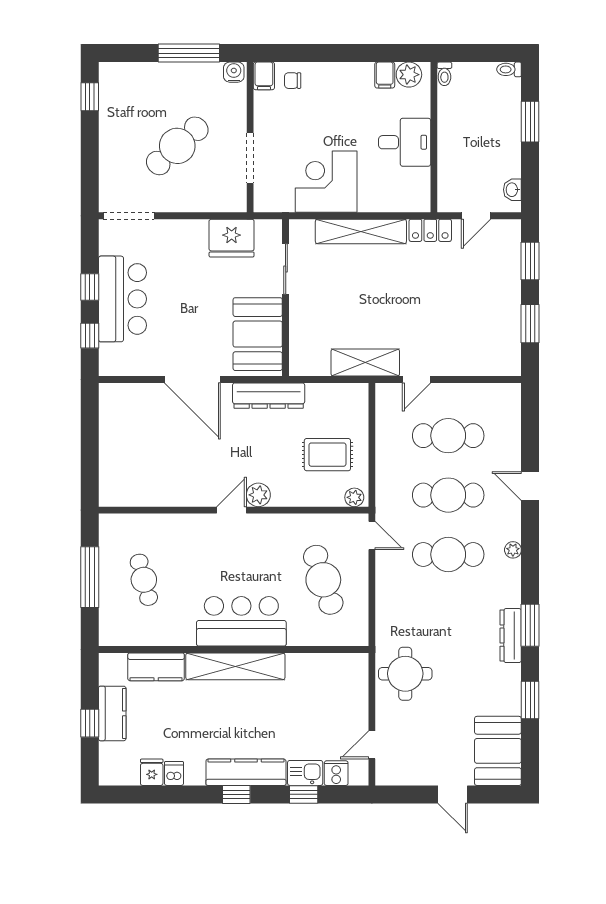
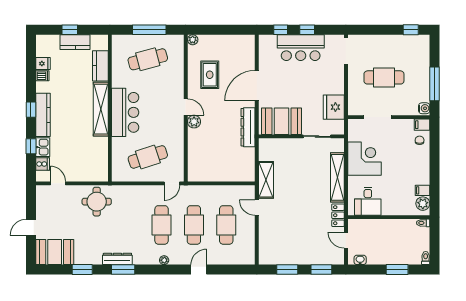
desk: (405, 142) -> (368, 201), moved
cafe table: (177, 146) -> (384, 77), turned -48
rug: (327, 455) -> (210, 75), moved
plant: (354, 497) -> (193, 40), moved
cafe table: (144, 580) -> (148, 59), width x1.37, depth x1.35

